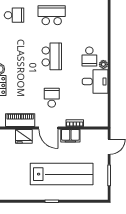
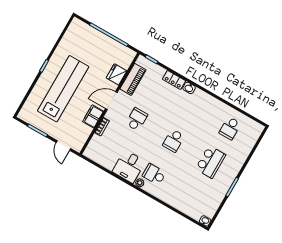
school desk: (52, 56) -> (174, 141), width x0.54
school desk: (52, 98) -> (137, 119), turned -90
lab bench: (62, 174) -> (63, 89), turned 180

